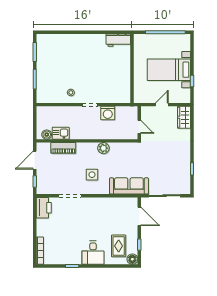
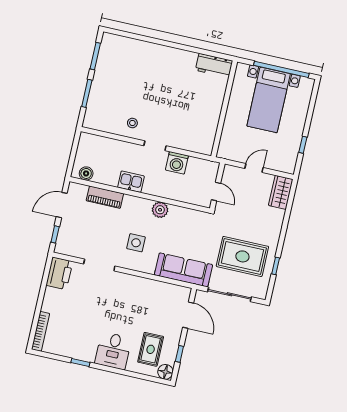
bed with nightstands: (169, 70) -> (269, 100), moved, turned -90
kitchen sink: (61, 133) -> (131, 182), moved
rug: (168, 168) -> (242, 256), added

